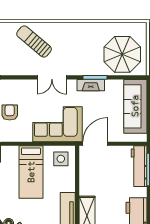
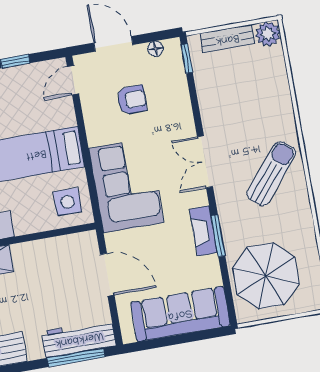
sun lounger: (34, 41) -> (271, 174), moved
door: (95, 144) -> (107, 275), moved

